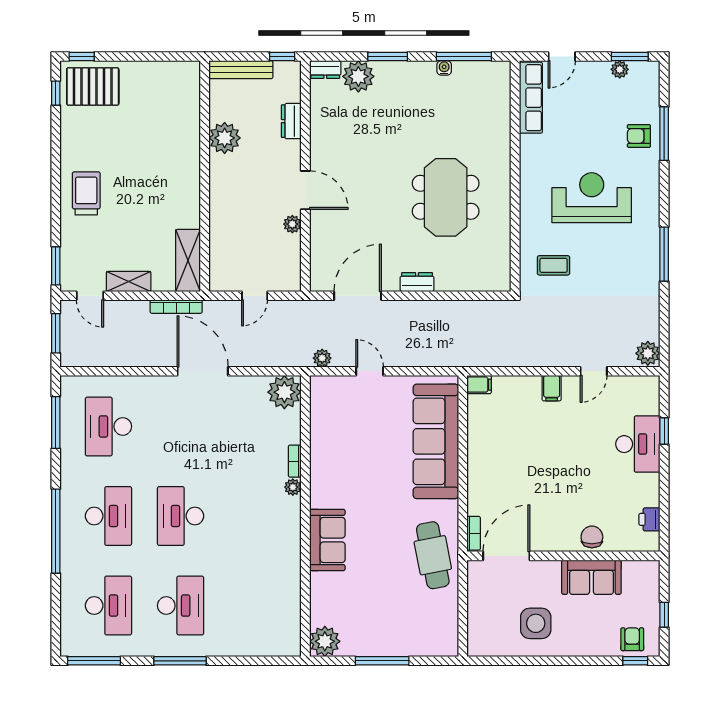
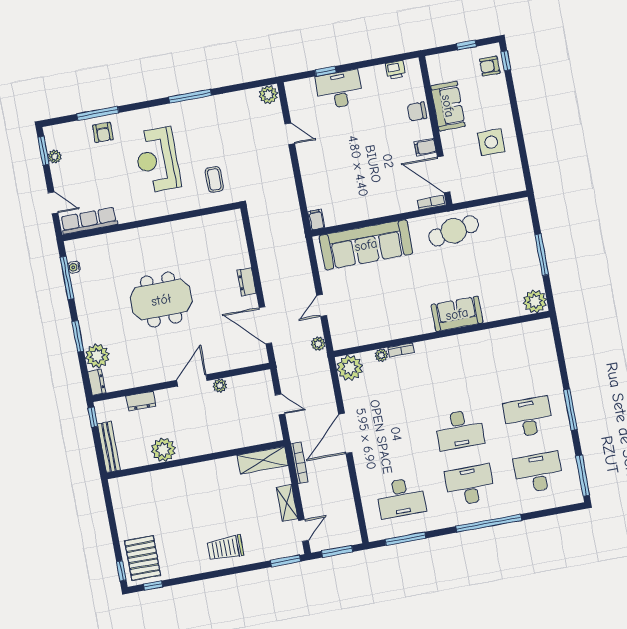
water cooler: (444, 68) -> (74, 267), moved
meeting table: (446, 197) -> (161, 300), moved
filing cabinet: (552, 388) -> (425, 147), moved, turned 180
plant: (293, 487) -> (381, 355), moved

